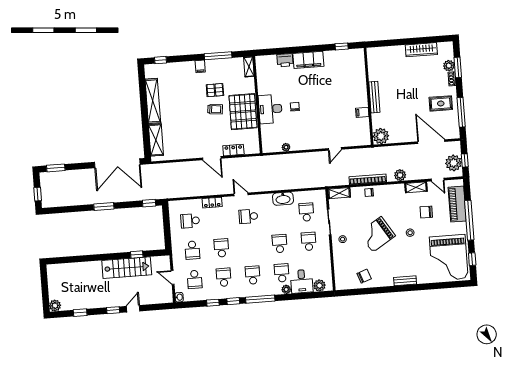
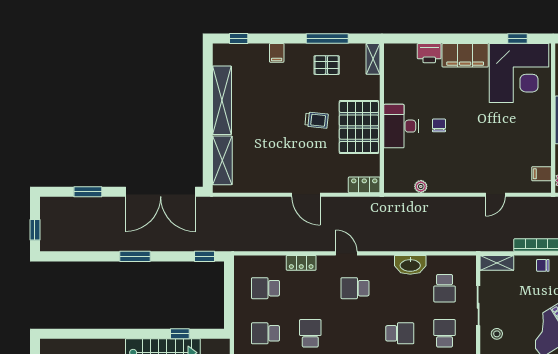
filing cabinet: (200, 66) -> (277, 53), moved
corner desk: (344, 69) -> (519, 73), added
pallet: (215, 90) -> (327, 65), moved
filing cabinet: (362, 112) -> (542, 174), moved
locker: (233, 150) -> (364, 185), moved
window: (56, 168) -> (88, 192), moved
school desk: (306, 212) -> (445, 288), turned 180
school desk: (280, 244) -> (400, 333), turned 90
school desk: (192, 250) -> (266, 333), turned 90

